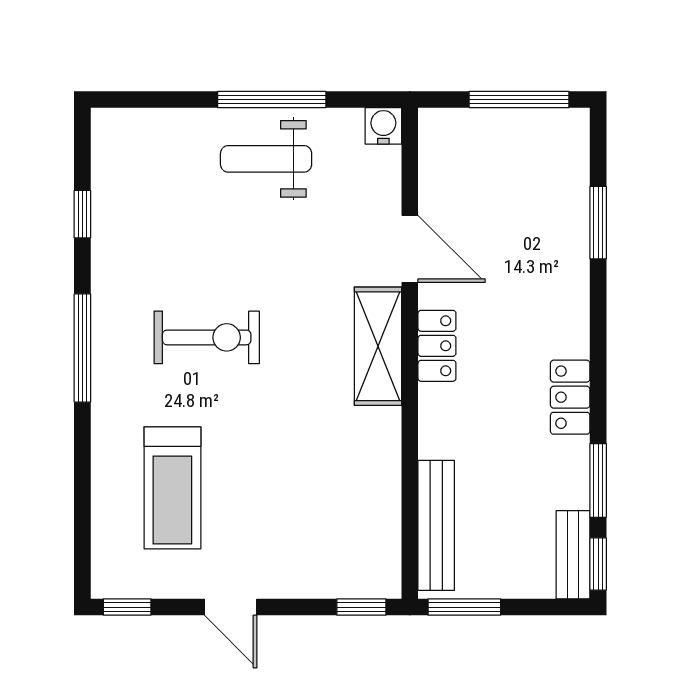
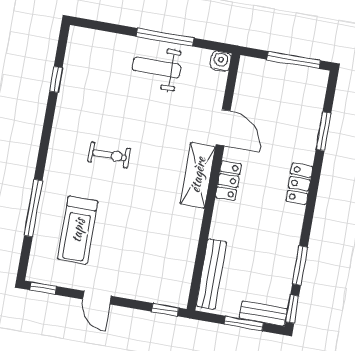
exercise bike: (207, 337) -> (109, 155), width x0.73, depth x0.72
window: (82, 348) -> (33, 208), moved
locker: (570, 397) -> (299, 184), moved
bench: (573, 555) -> (263, 314), moved, turned 90
window: (464, 607) -> (244, 323), moved

